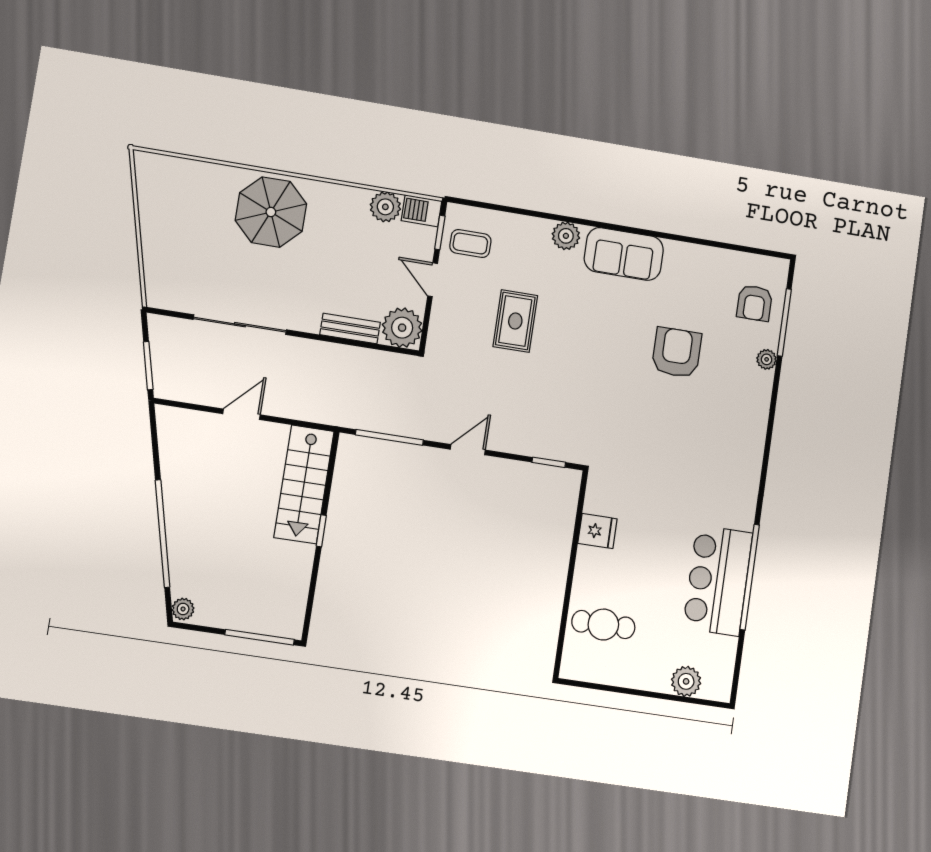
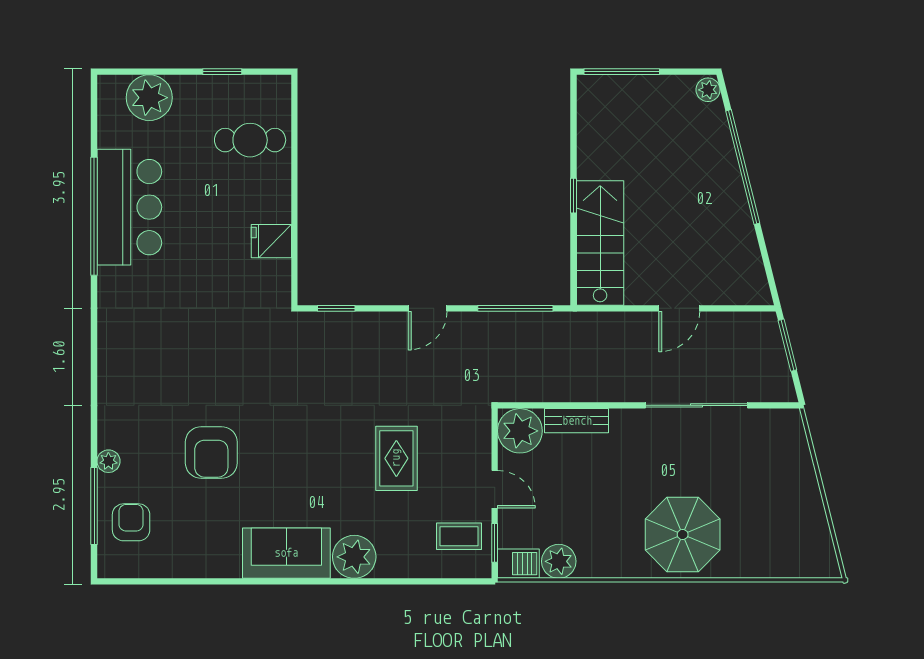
plant: (566, 236) -> (354, 557), width x1.36, depth x1.36
plant: (686, 681) -> (149, 98), width x1.36, depth x1.36
window: (619, 690) -> (222, 72), added

